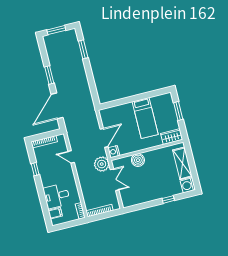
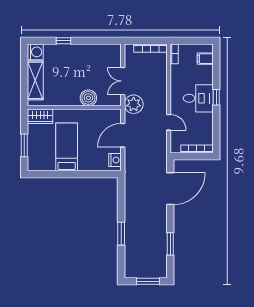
window: (83, 49) -> (121, 234), moved
window: (49, 75) -> (170, 244), moved
nightstand: (114, 152) -> (115, 160), moved
window: (35, 169) -> (216, 97), moved
desk: (57, 196) -> (198, 98), moved

